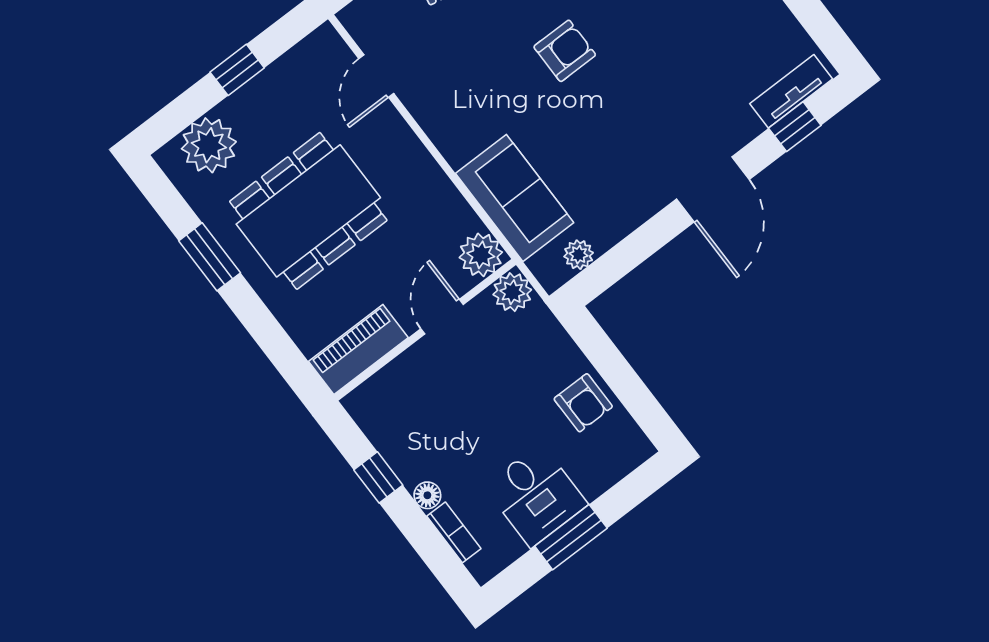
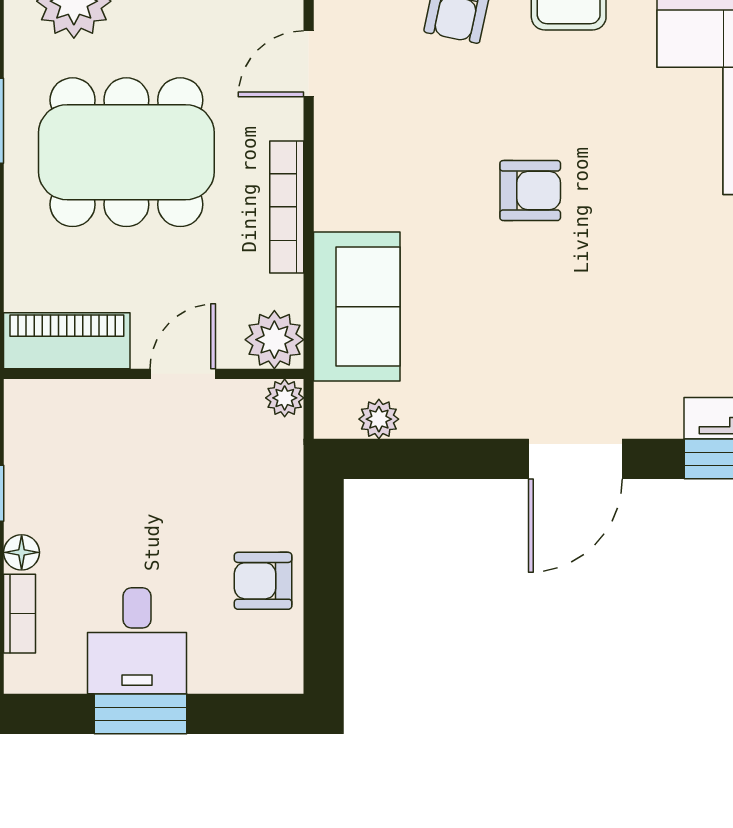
bookcase: (428, 171) -> (287, 207), added
plant: (512, 292) -> (285, 398), width x0.73, depth x0.73
armchair: (583, 403) -> (263, 581), turned 90

